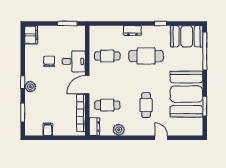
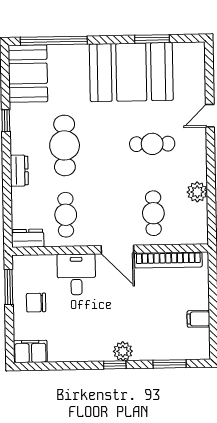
chair: (49, 61) -> (36, 303), moved
dresser: (94, 127) -> (28, 238), moved

